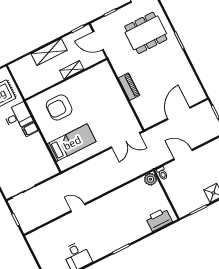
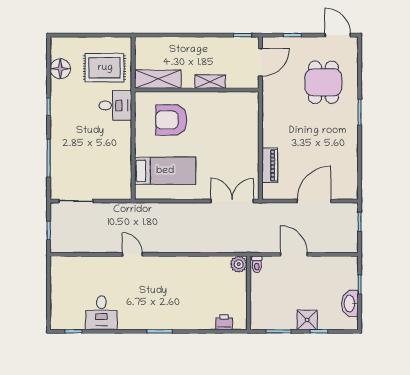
dining table: (146, 33) -> (323, 82), width x0.73
door: (98, 41) -> (260, 62), swing flipped
shelving: (49, 52) -> (158, 79), moved
piano: (129, 87) -> (270, 165), moved
filing cabinet: (30, 129) -> (122, 129), removed
double door: (125, 140) -> (232, 201), swing flipped
printer: (159, 220) -> (224, 322), width x0.53, depth x0.68

